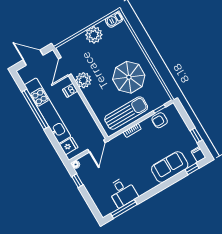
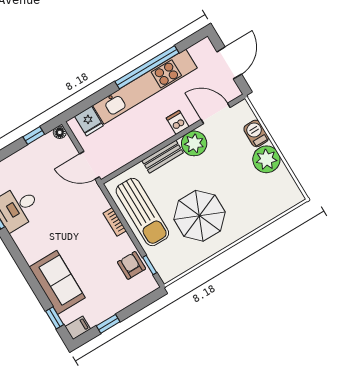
barbecue: (114, 20) -> (256, 133), moved
bench: (92, 100) -> (163, 157), added

